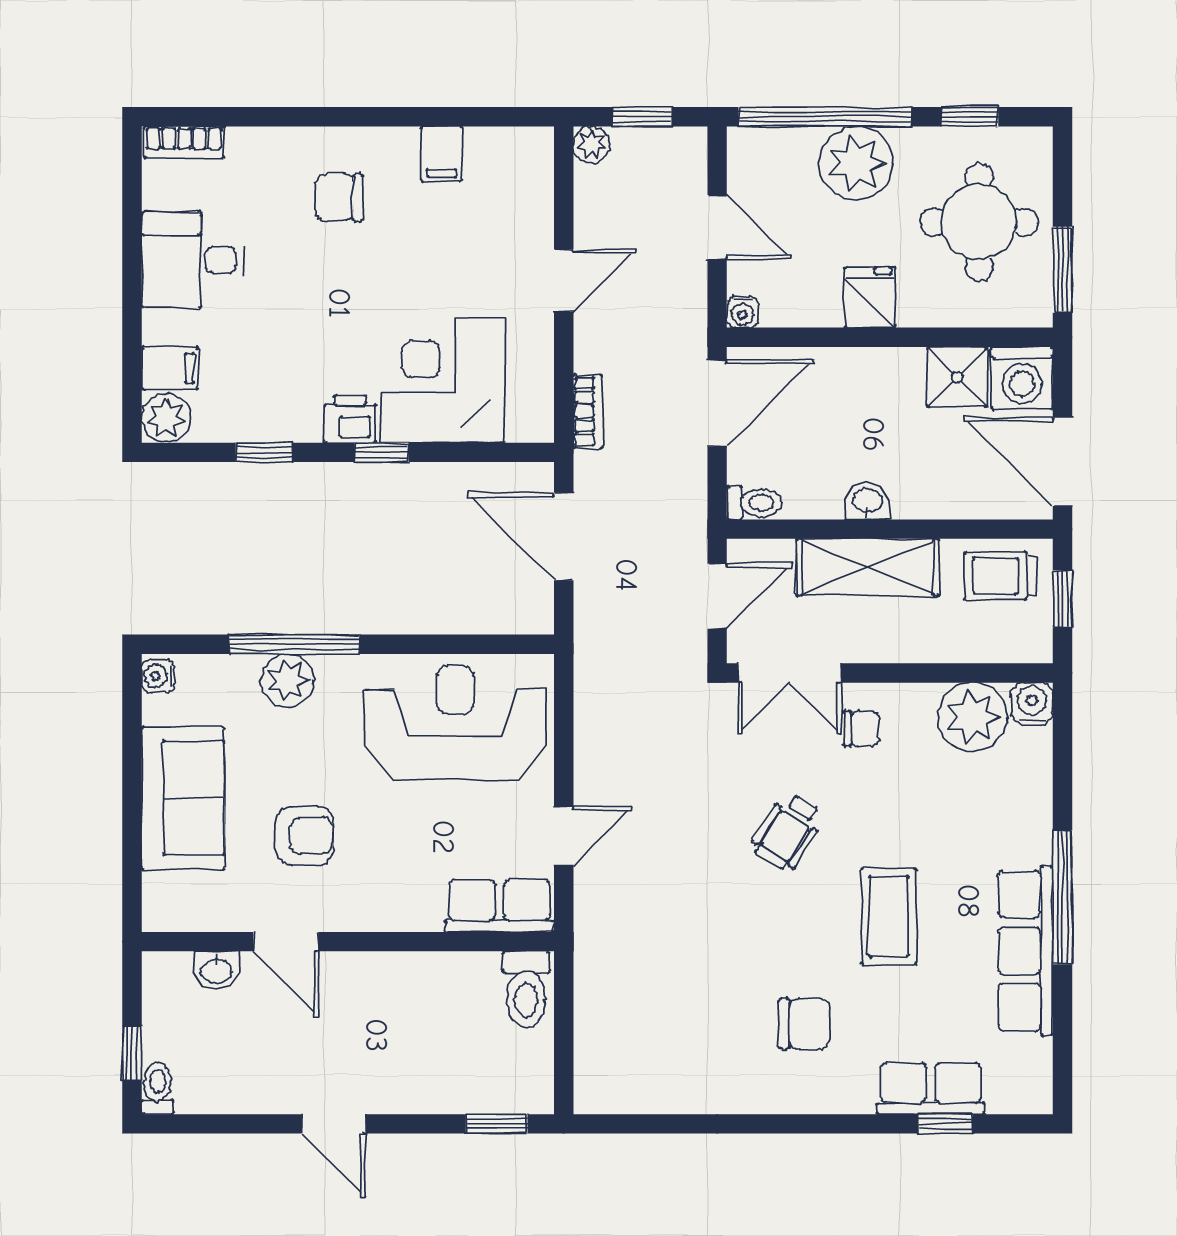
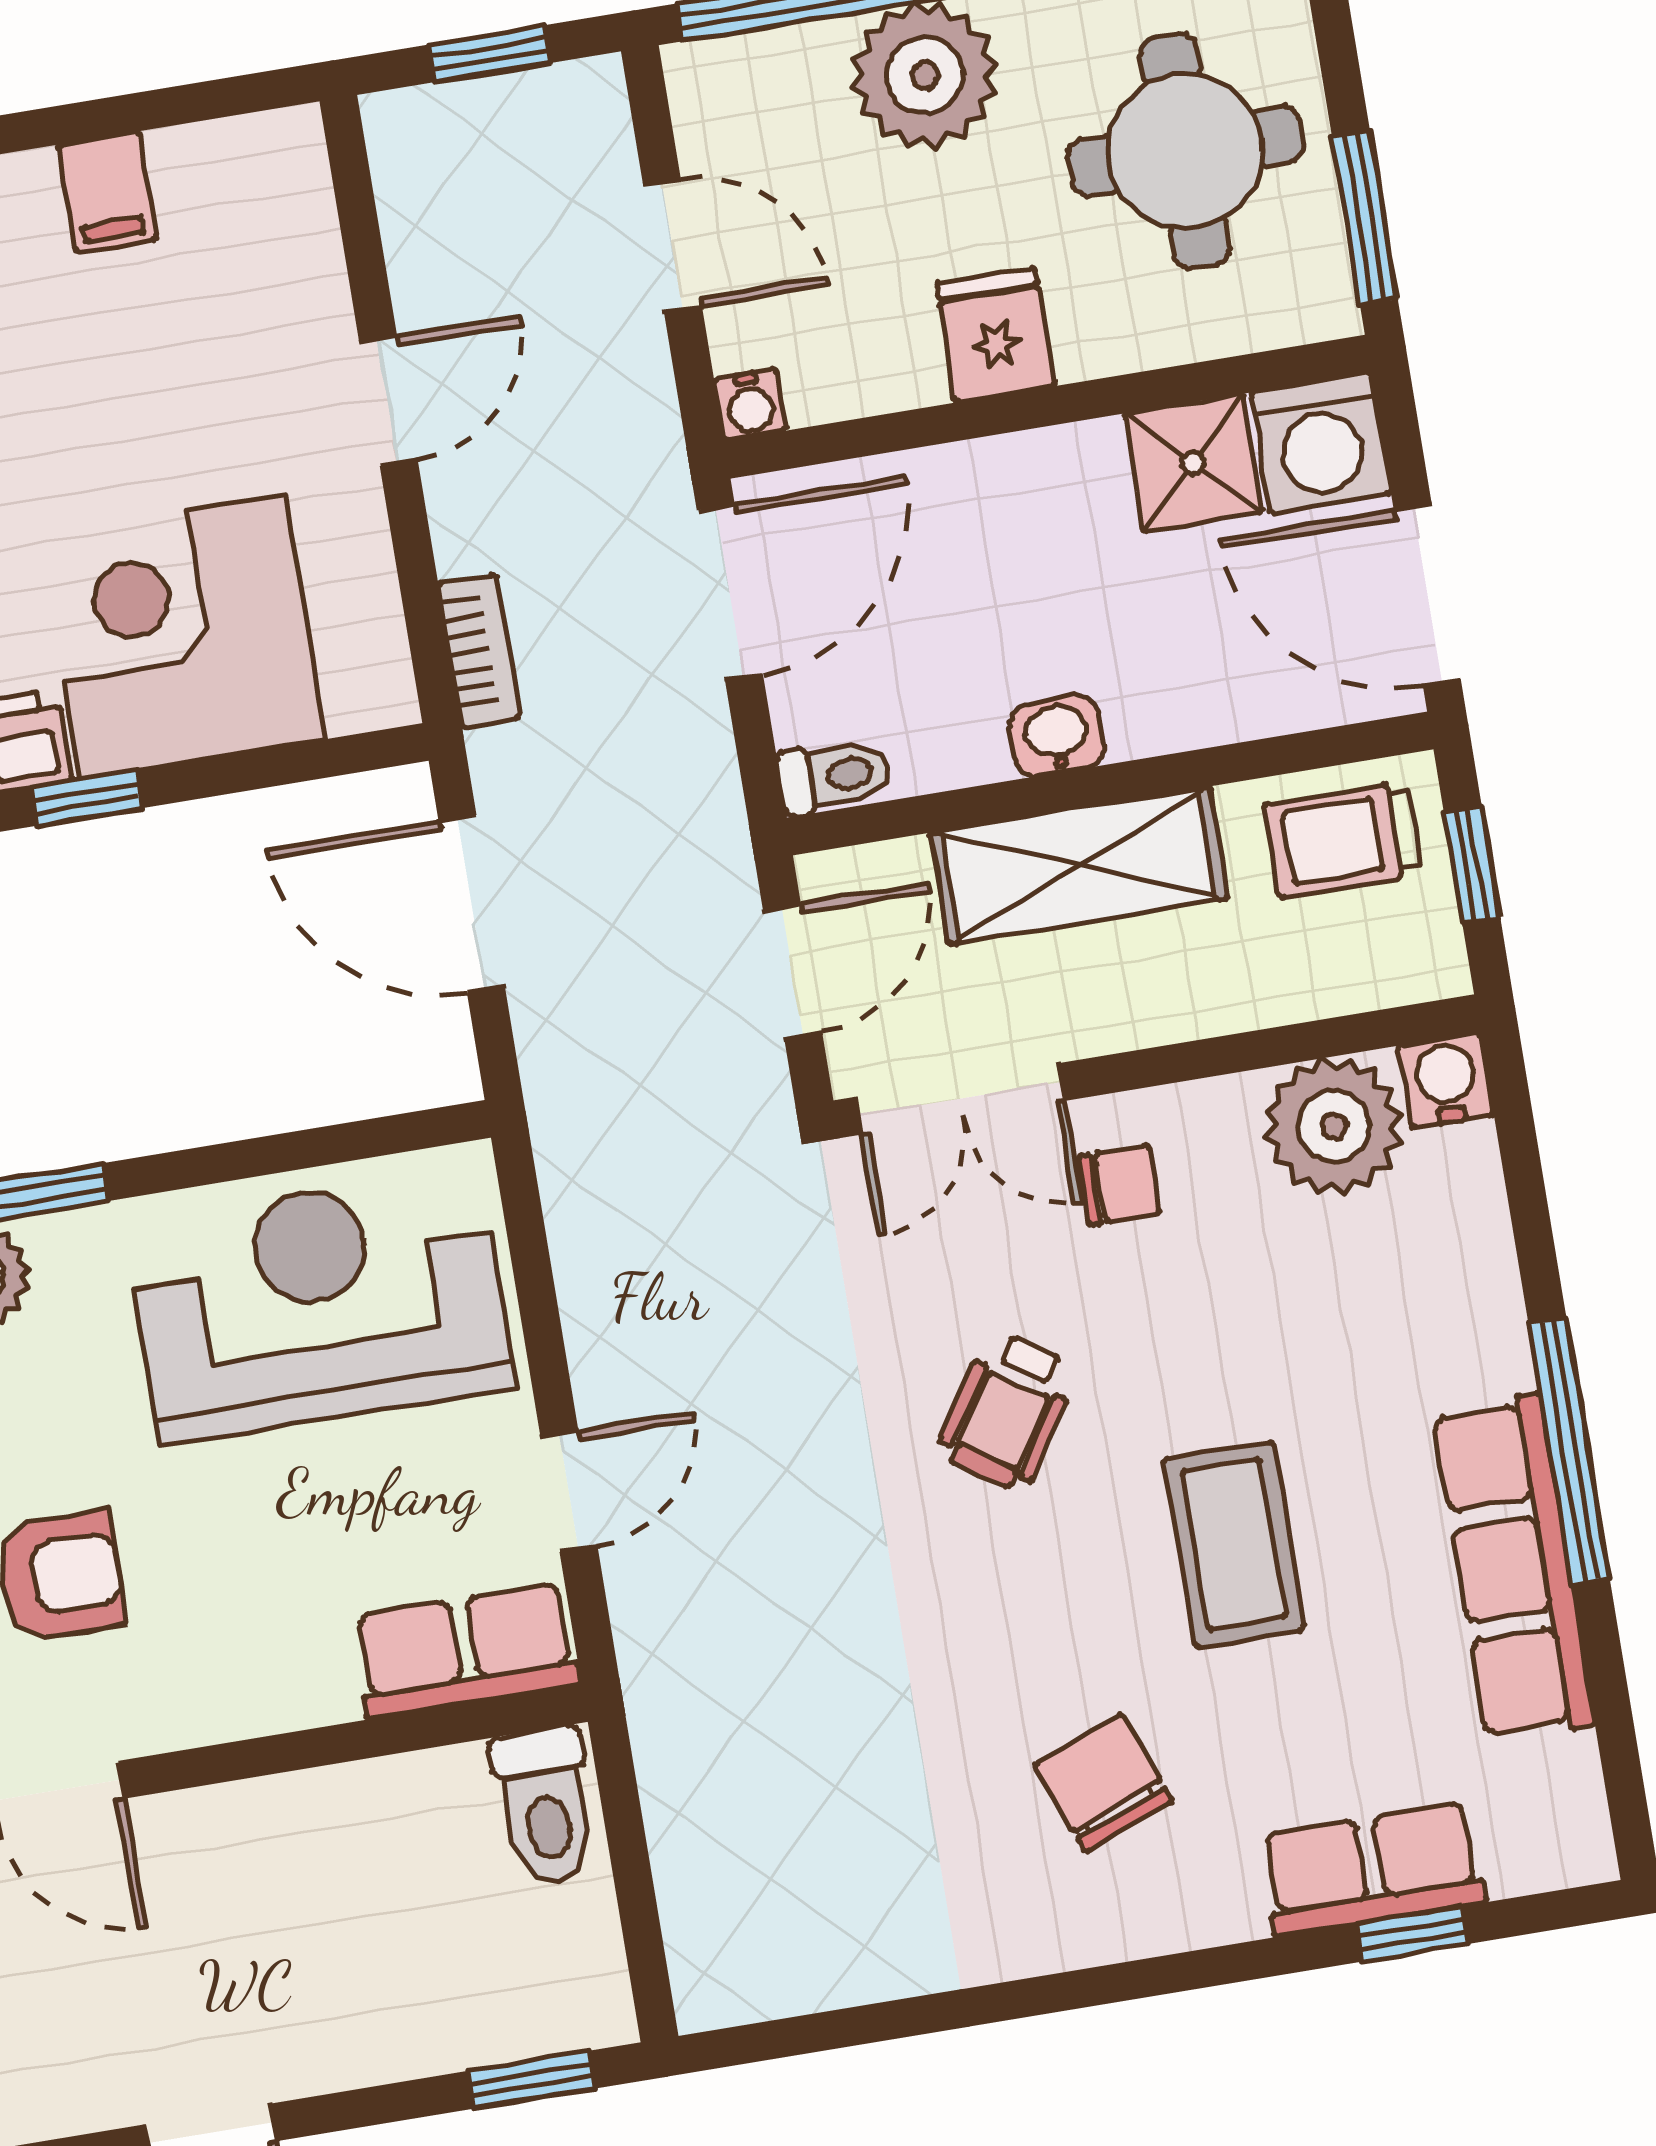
plant: (591, 144) -> (399, 125), removed
chair: (805, 1024) -> (1103, 1783), turned -111

